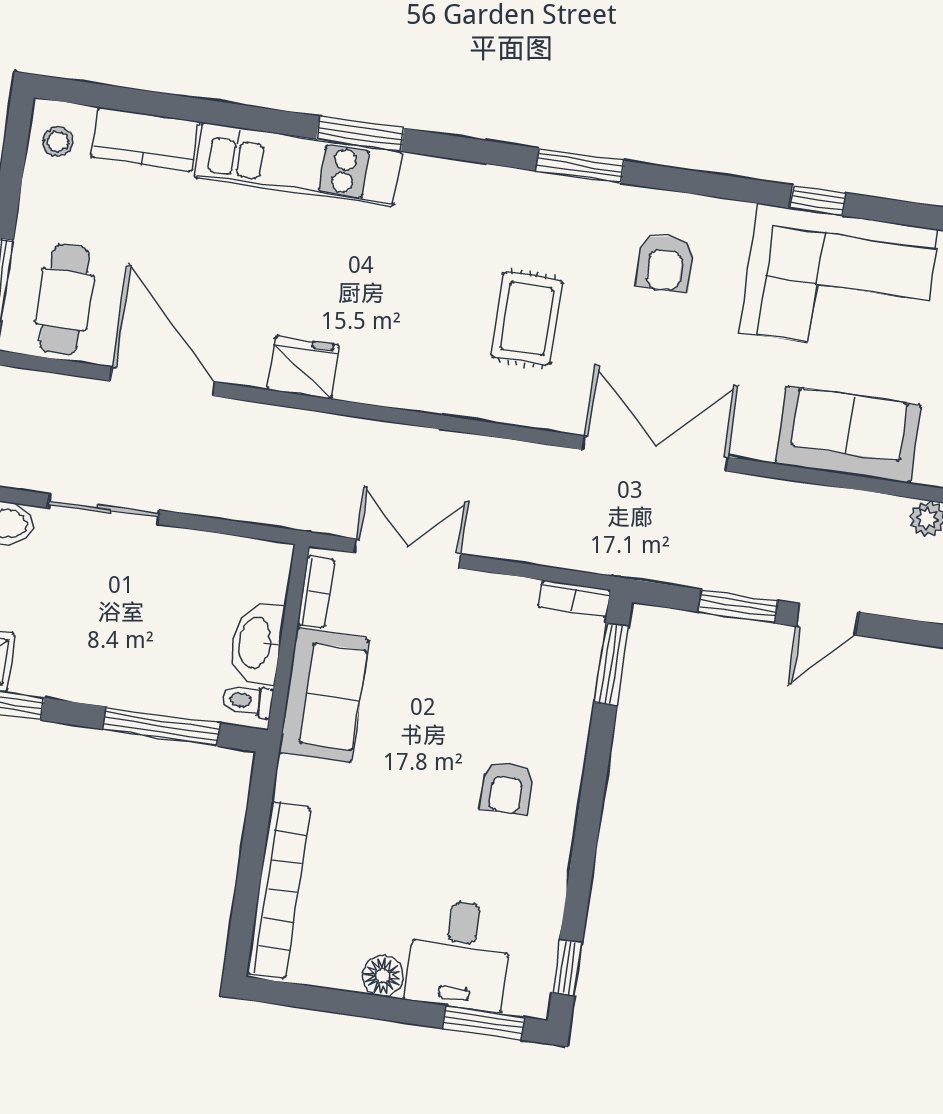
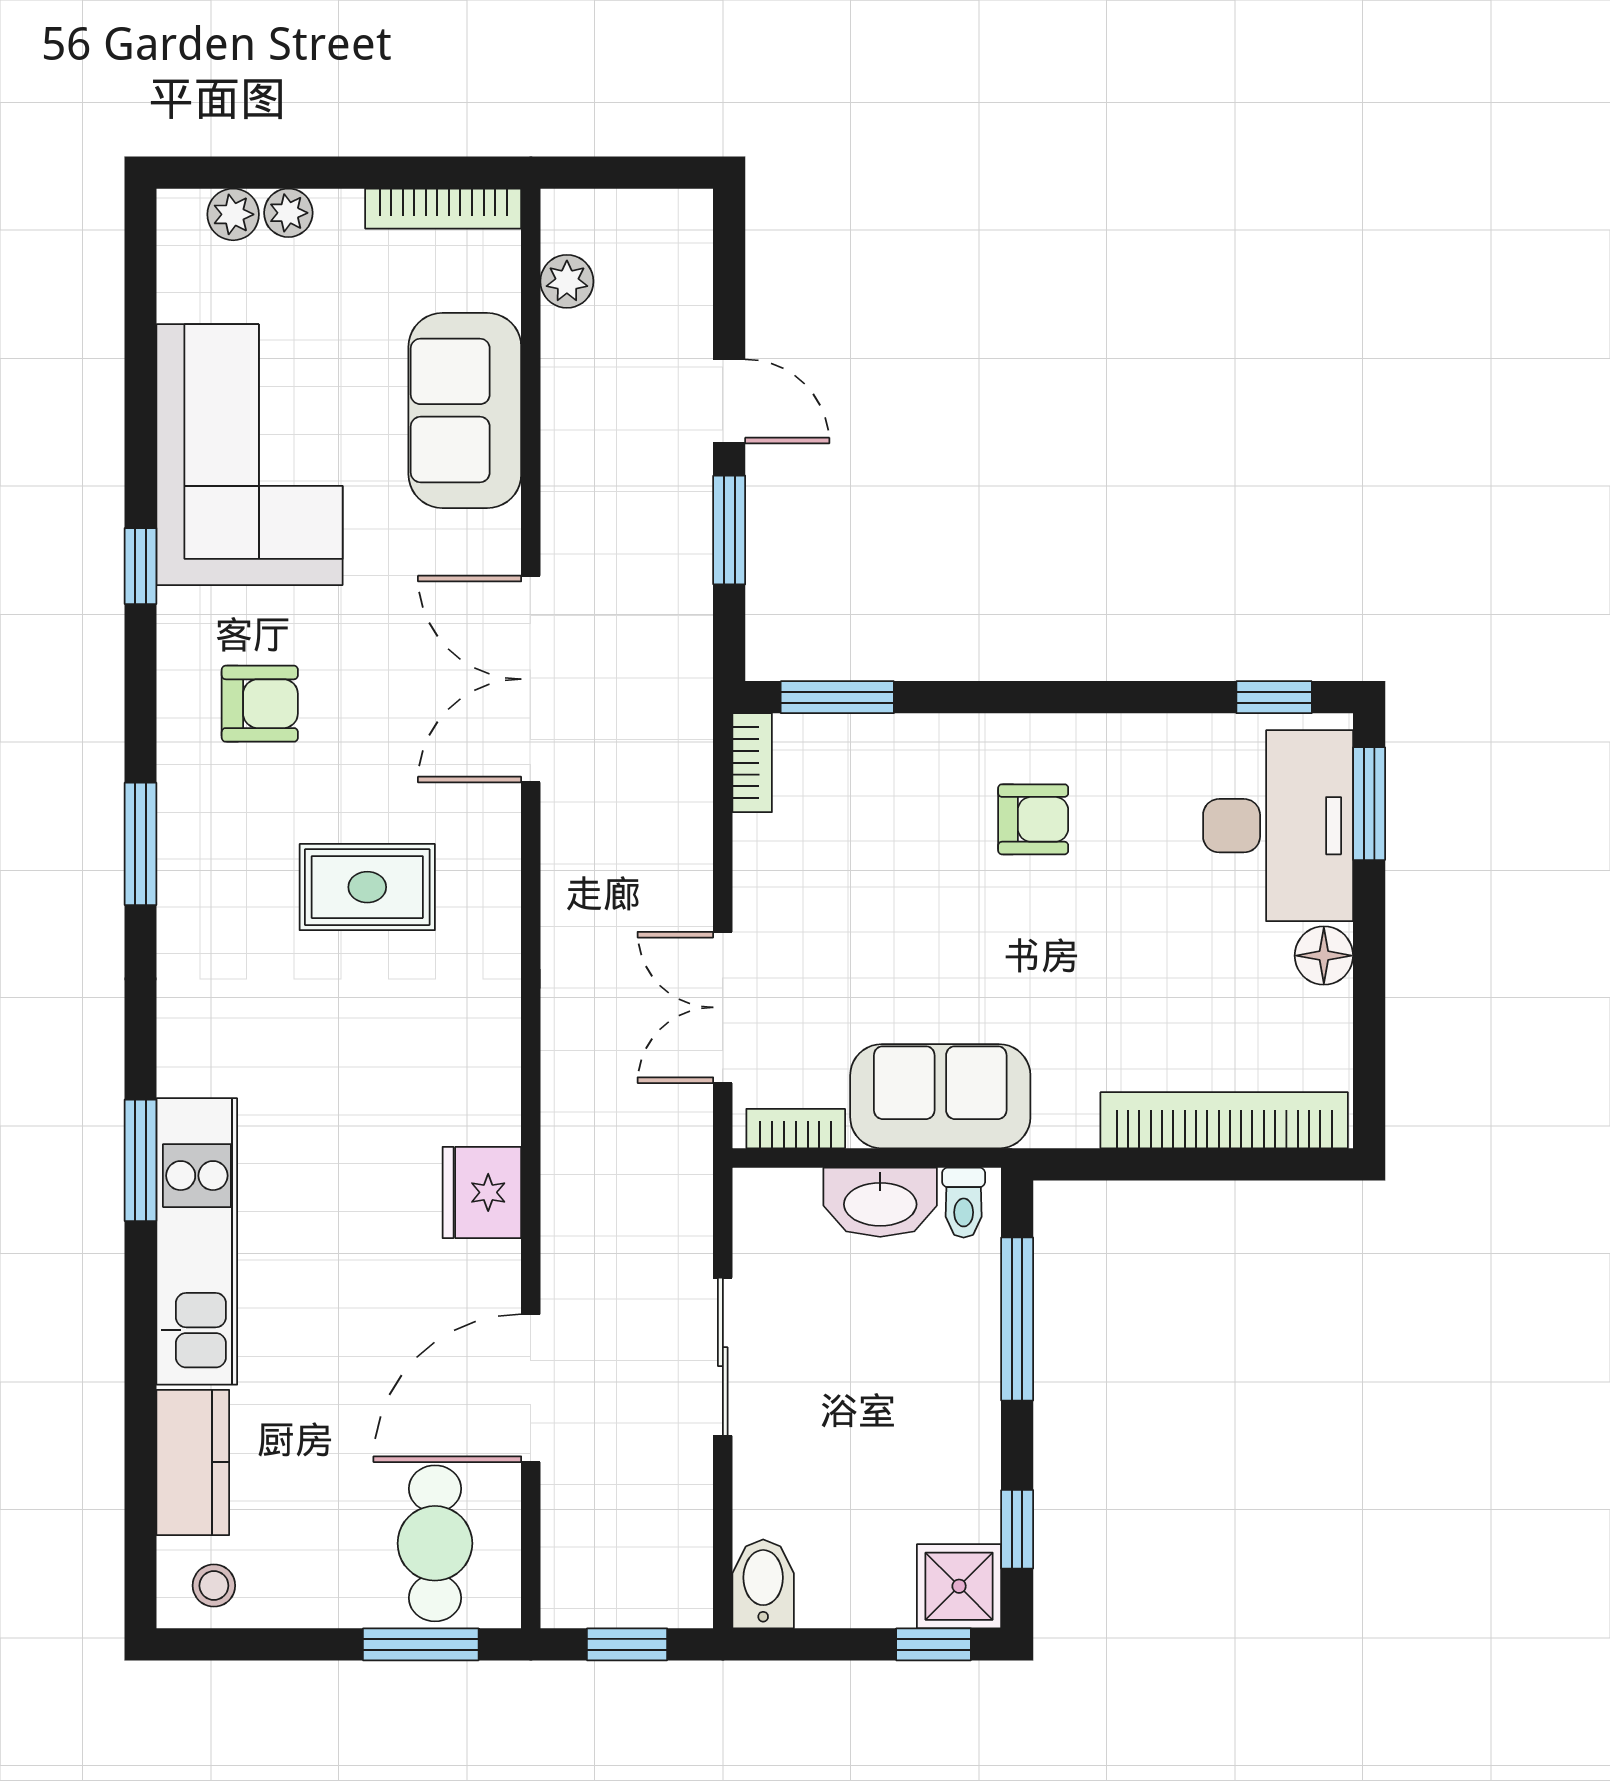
window: (818, 200) -> (141, 566), moved
cafe table: (65, 299) -> (435, 1543), turned 90
sliding door: (104, 509) -> (723, 1357), moved
desk: (459, 955) -> (1278, 826), width x1.37

